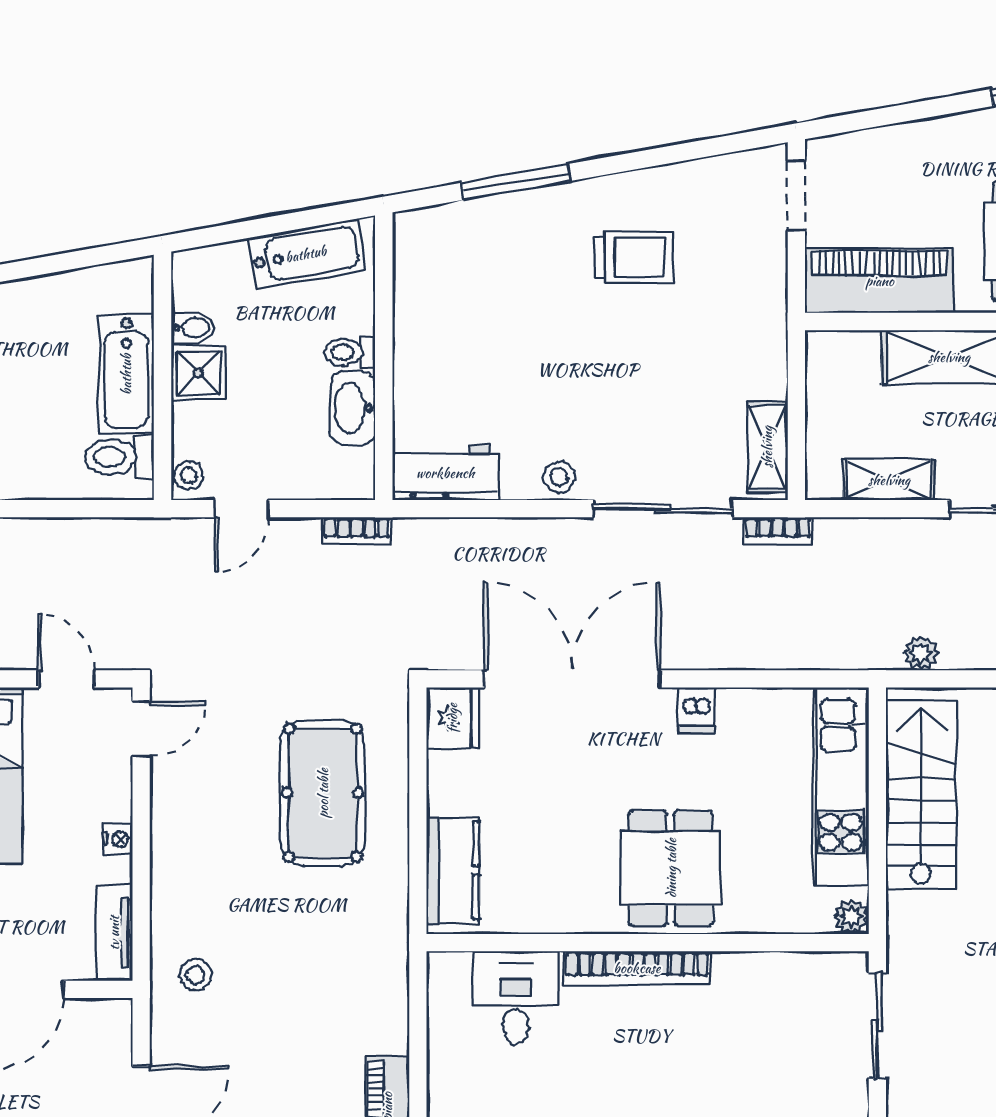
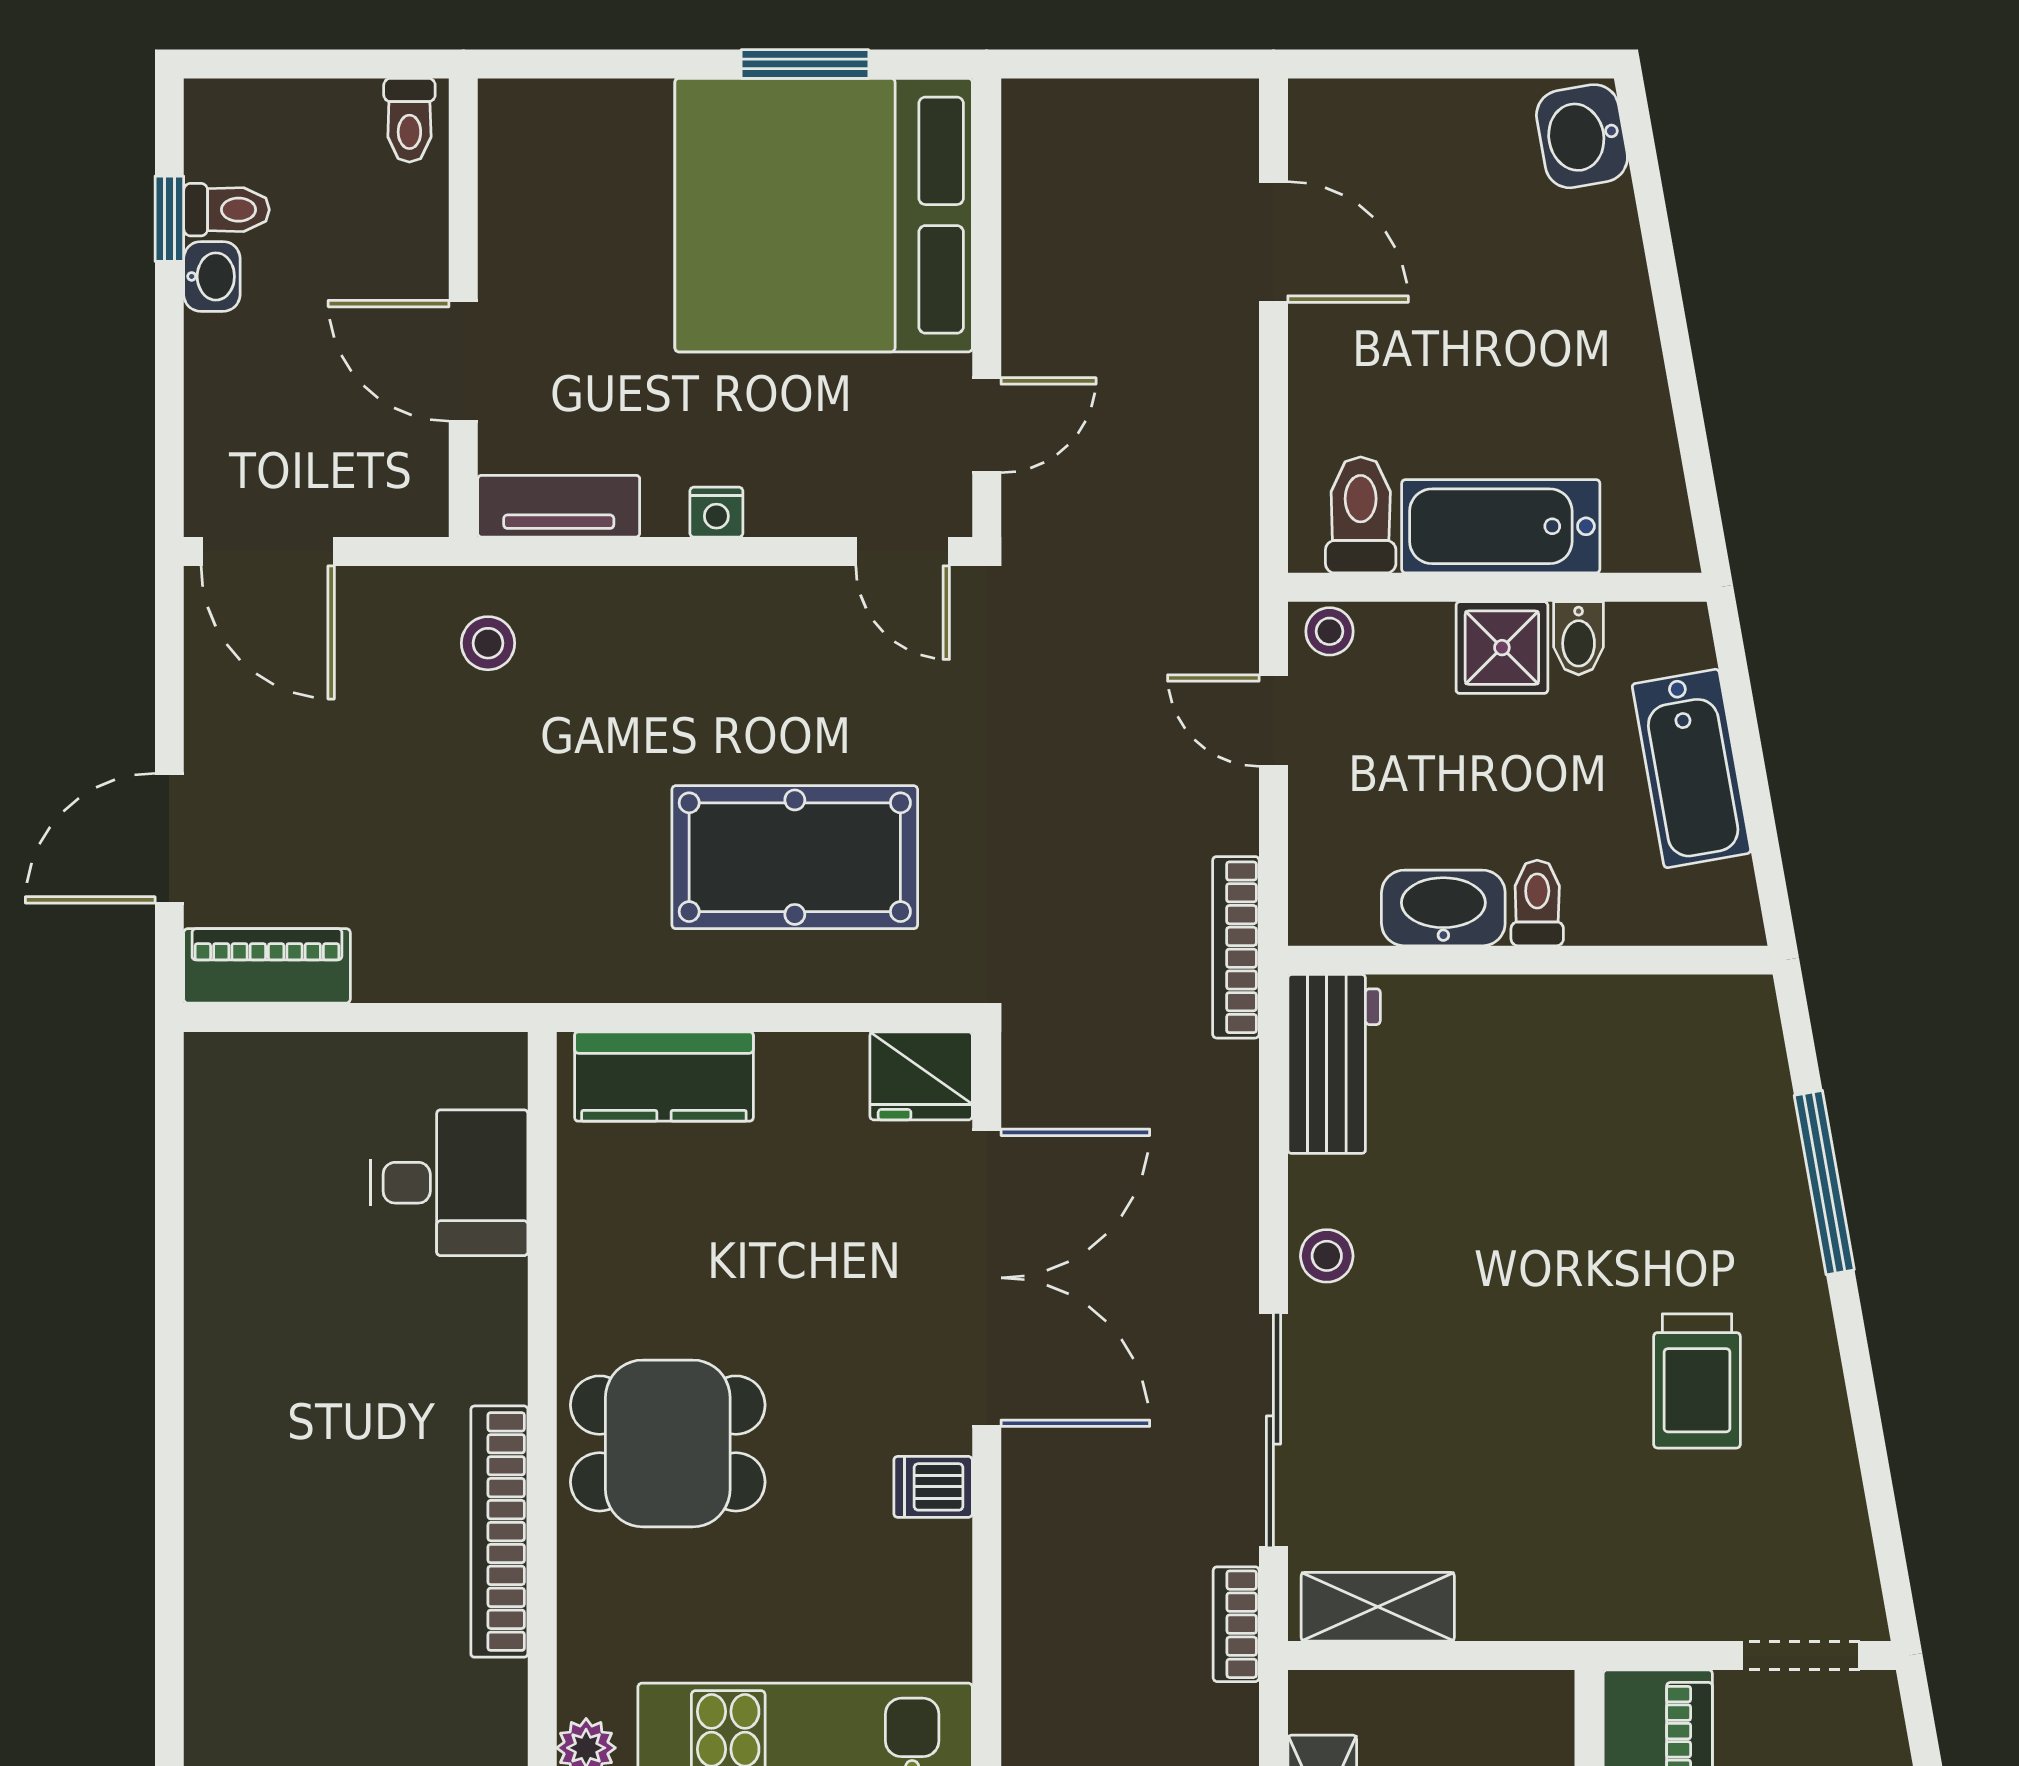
bathtub: (306, 254) -> (1691, 768), moved
bookcase: (357, 531) -> (1236, 947), width x1.56
bookcase: (637, 968) -> (499, 1532), moved

